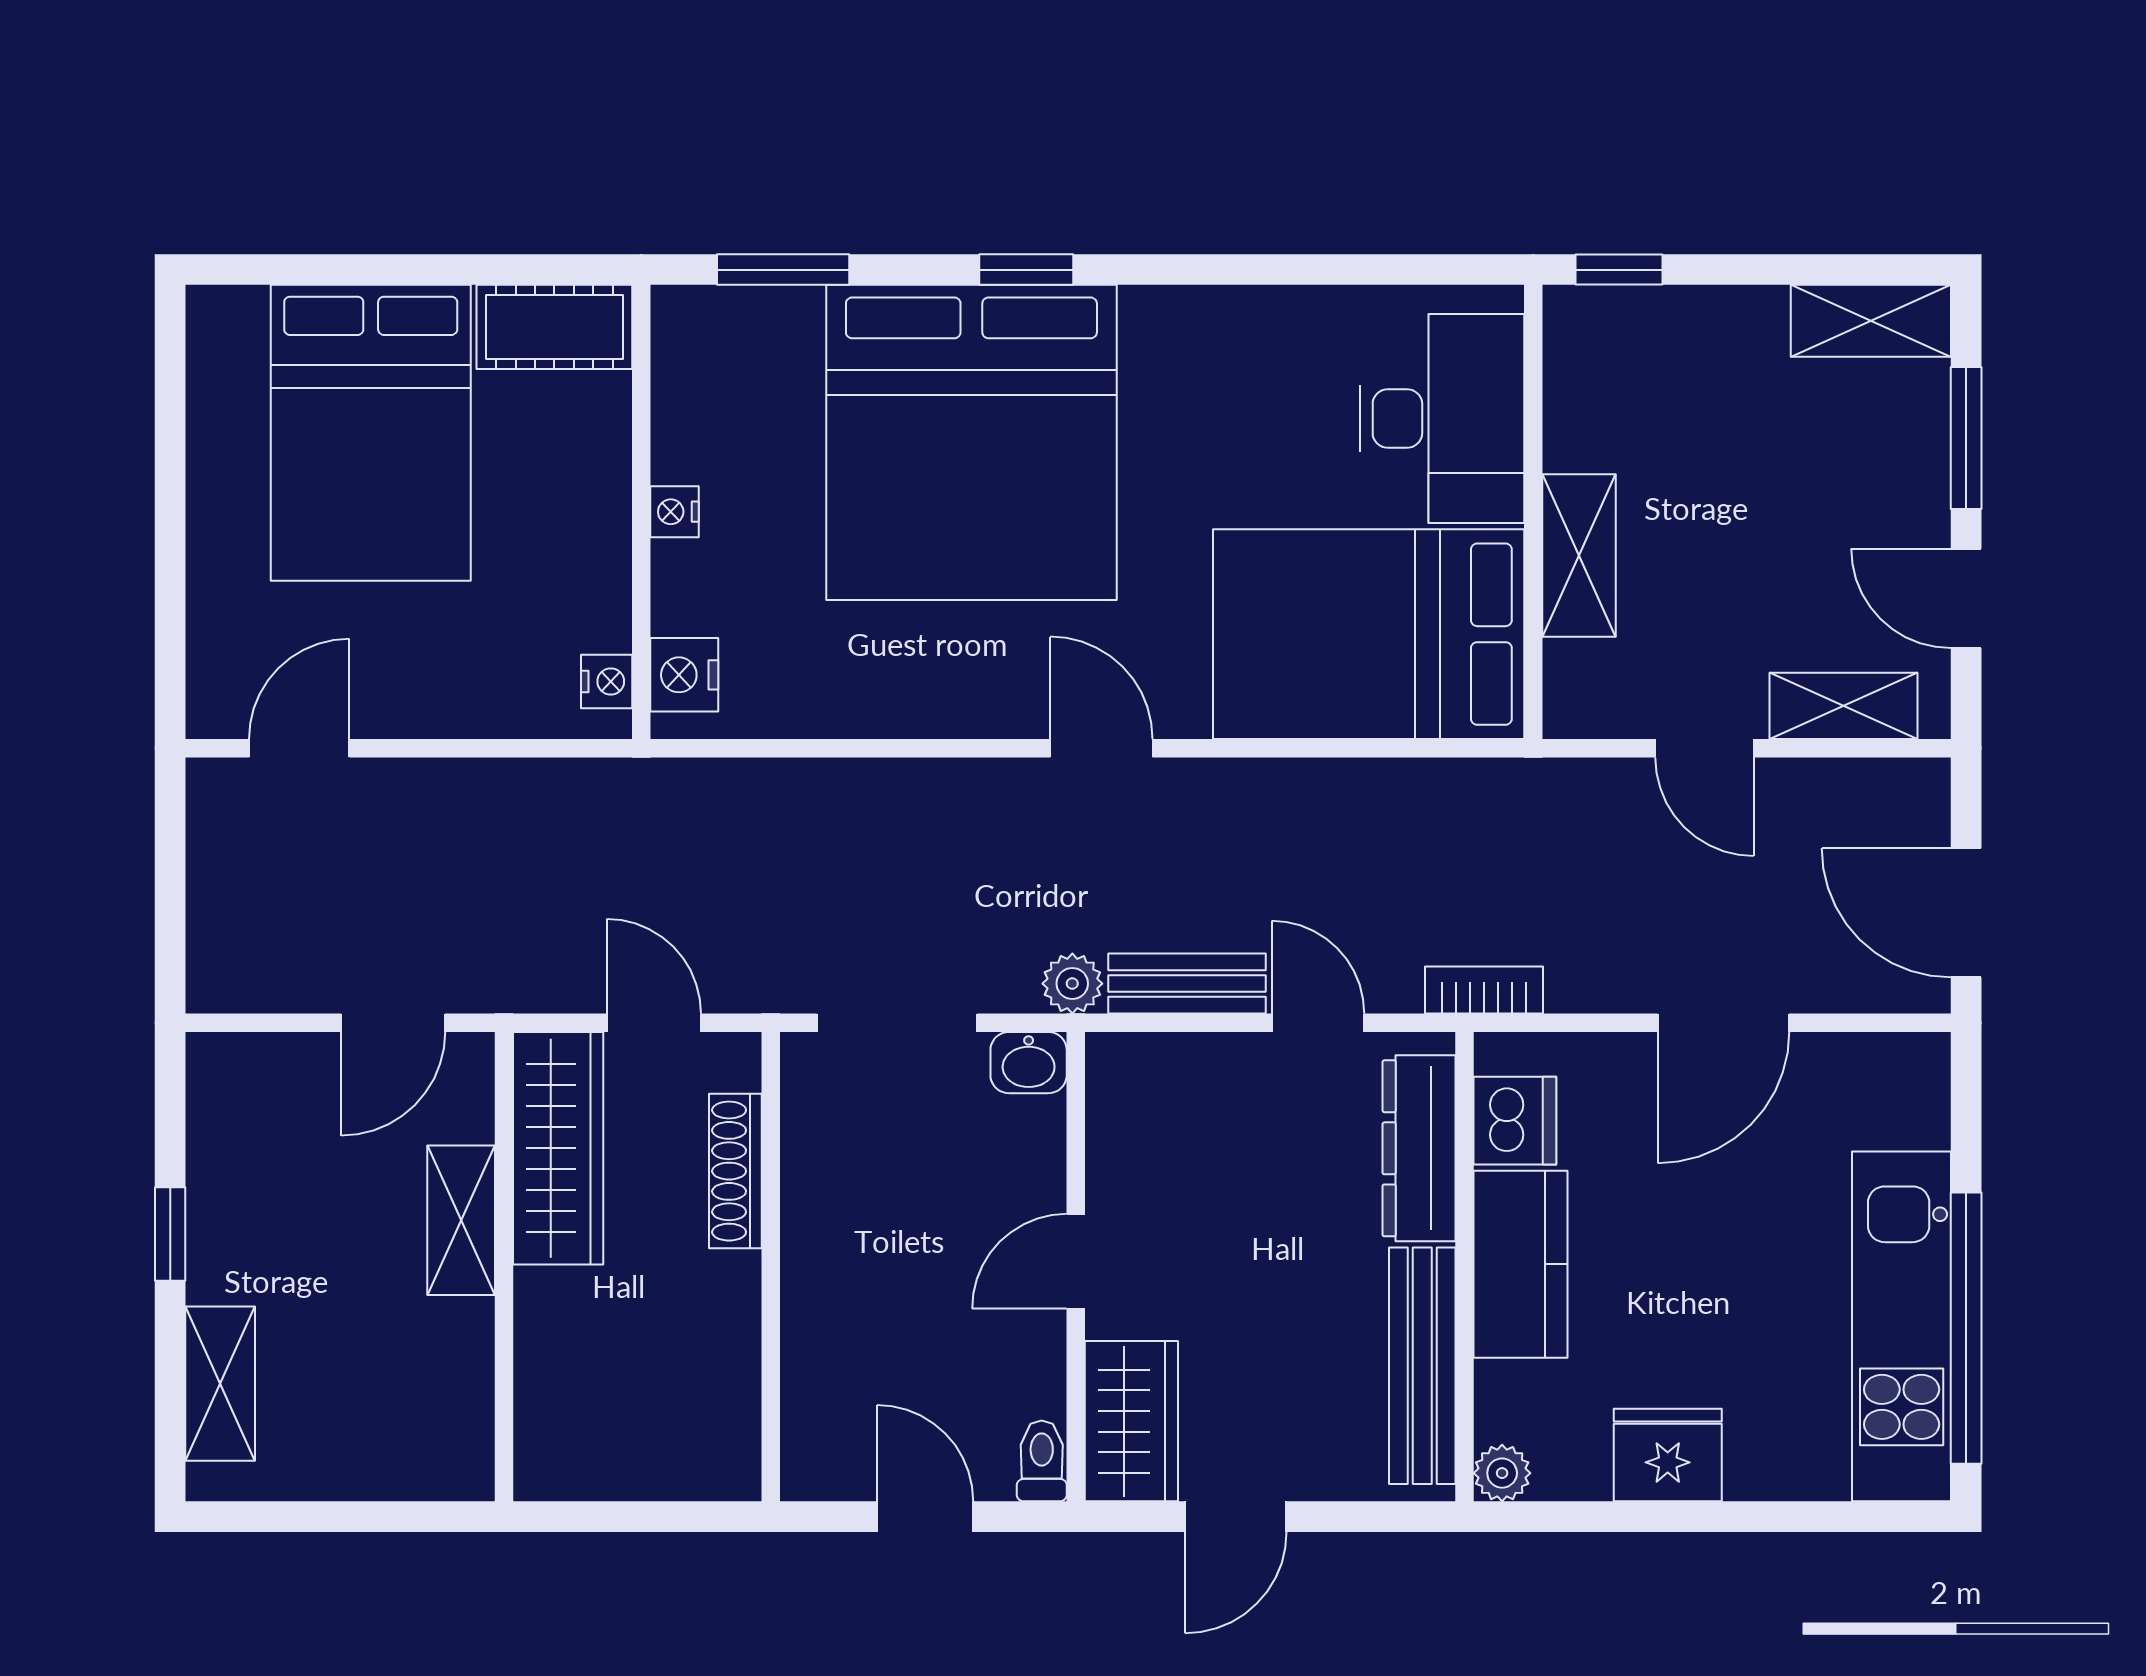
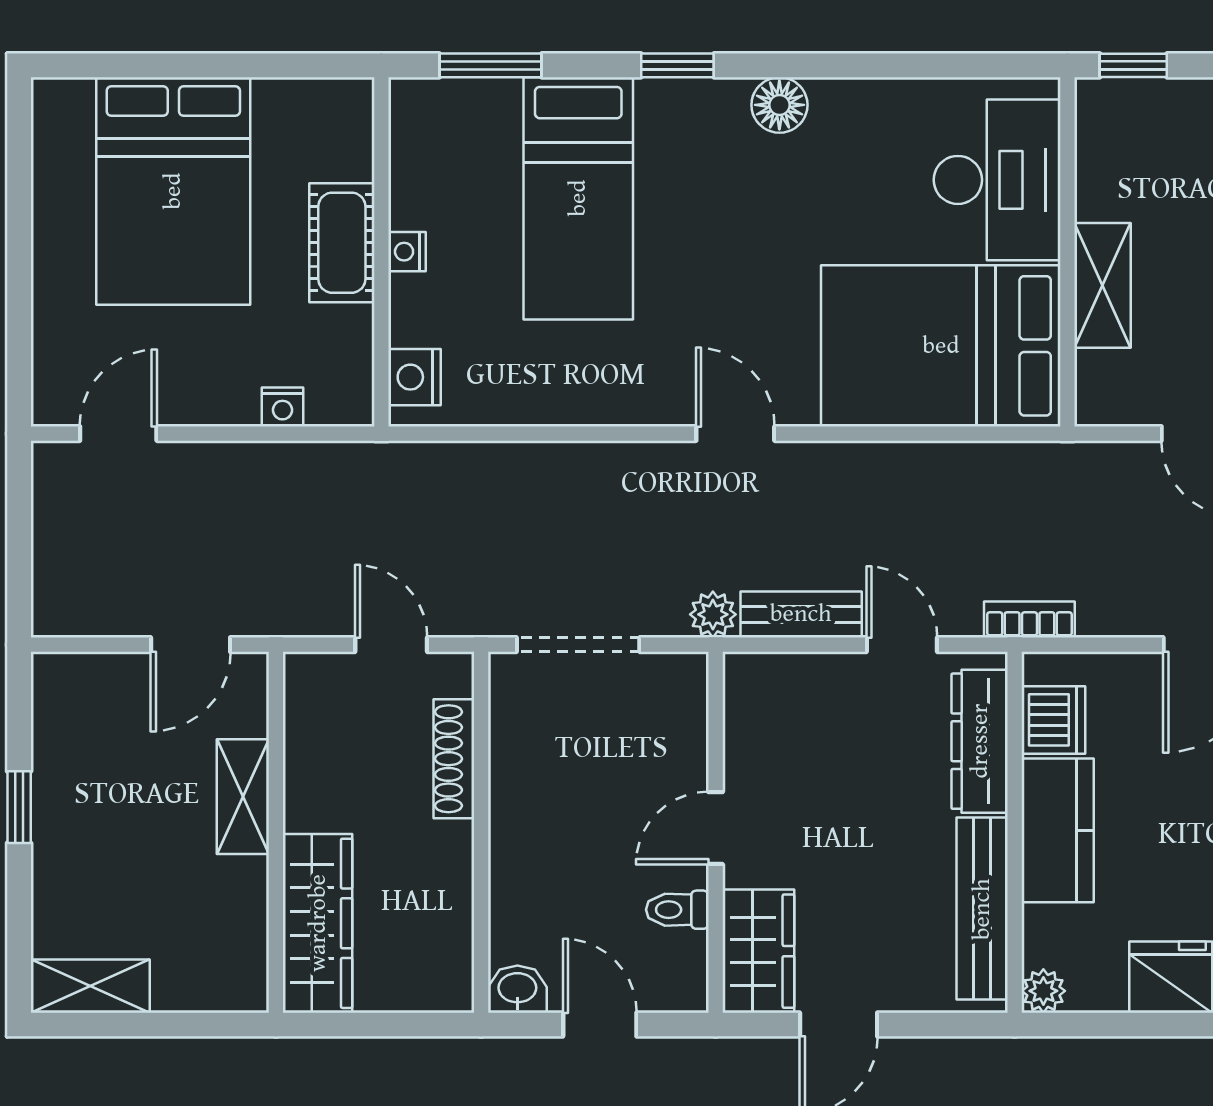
floor lamp: (1159, 321) -> (779, 105), added
cot: (554, 327) -> (342, 243), moved, turned 90
bed: (971, 442) -> (578, 198), width x0.49
nightstand: (607, 681) -> (282, 407), moved, turned 90
washbasin: (1029, 1063) -> (517, 989), moved, turned 180
wardrobe: (558, 1148) -> (318, 923), moved
shelving: (220, 1384) -> (90, 986), moved, turned 90
toilet: (1042, 1461) -> (677, 910), moved, turned -90

